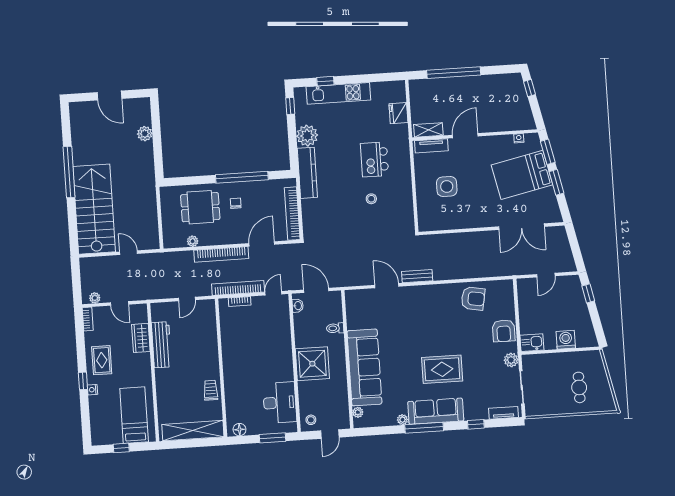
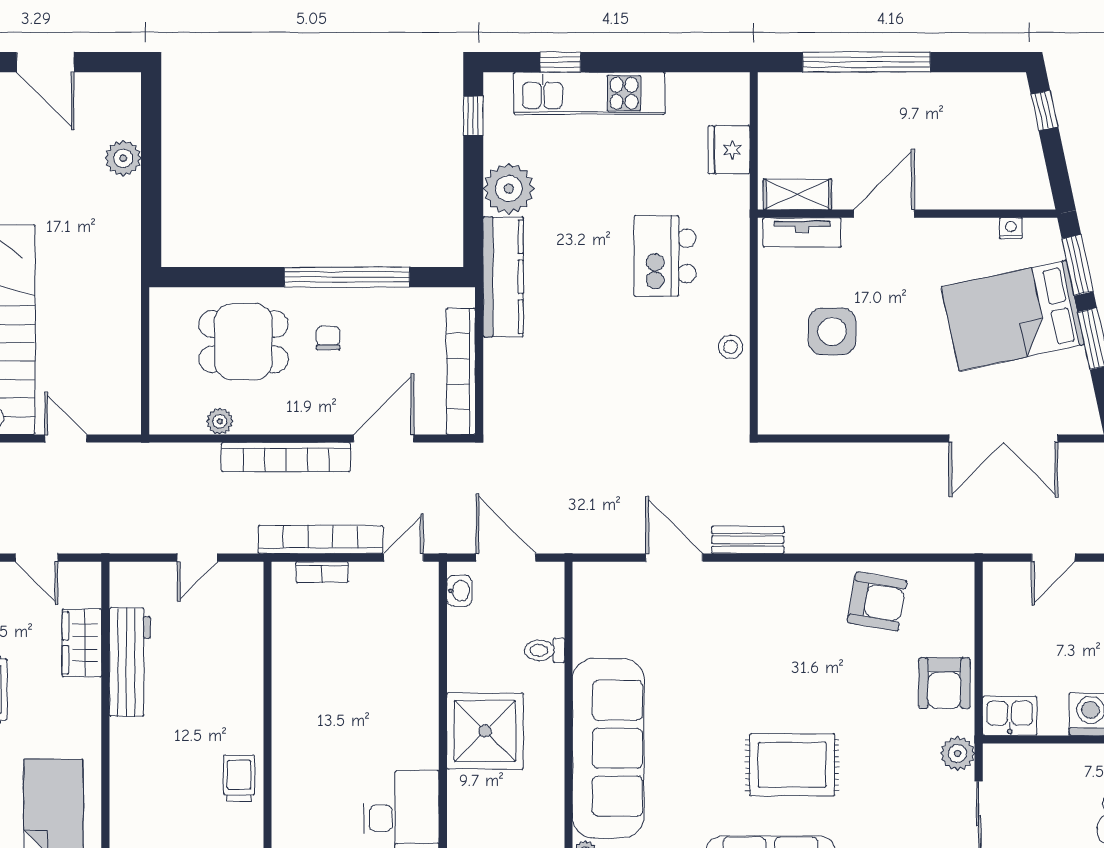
stool: (371, 199) -> (731, 347), moved

